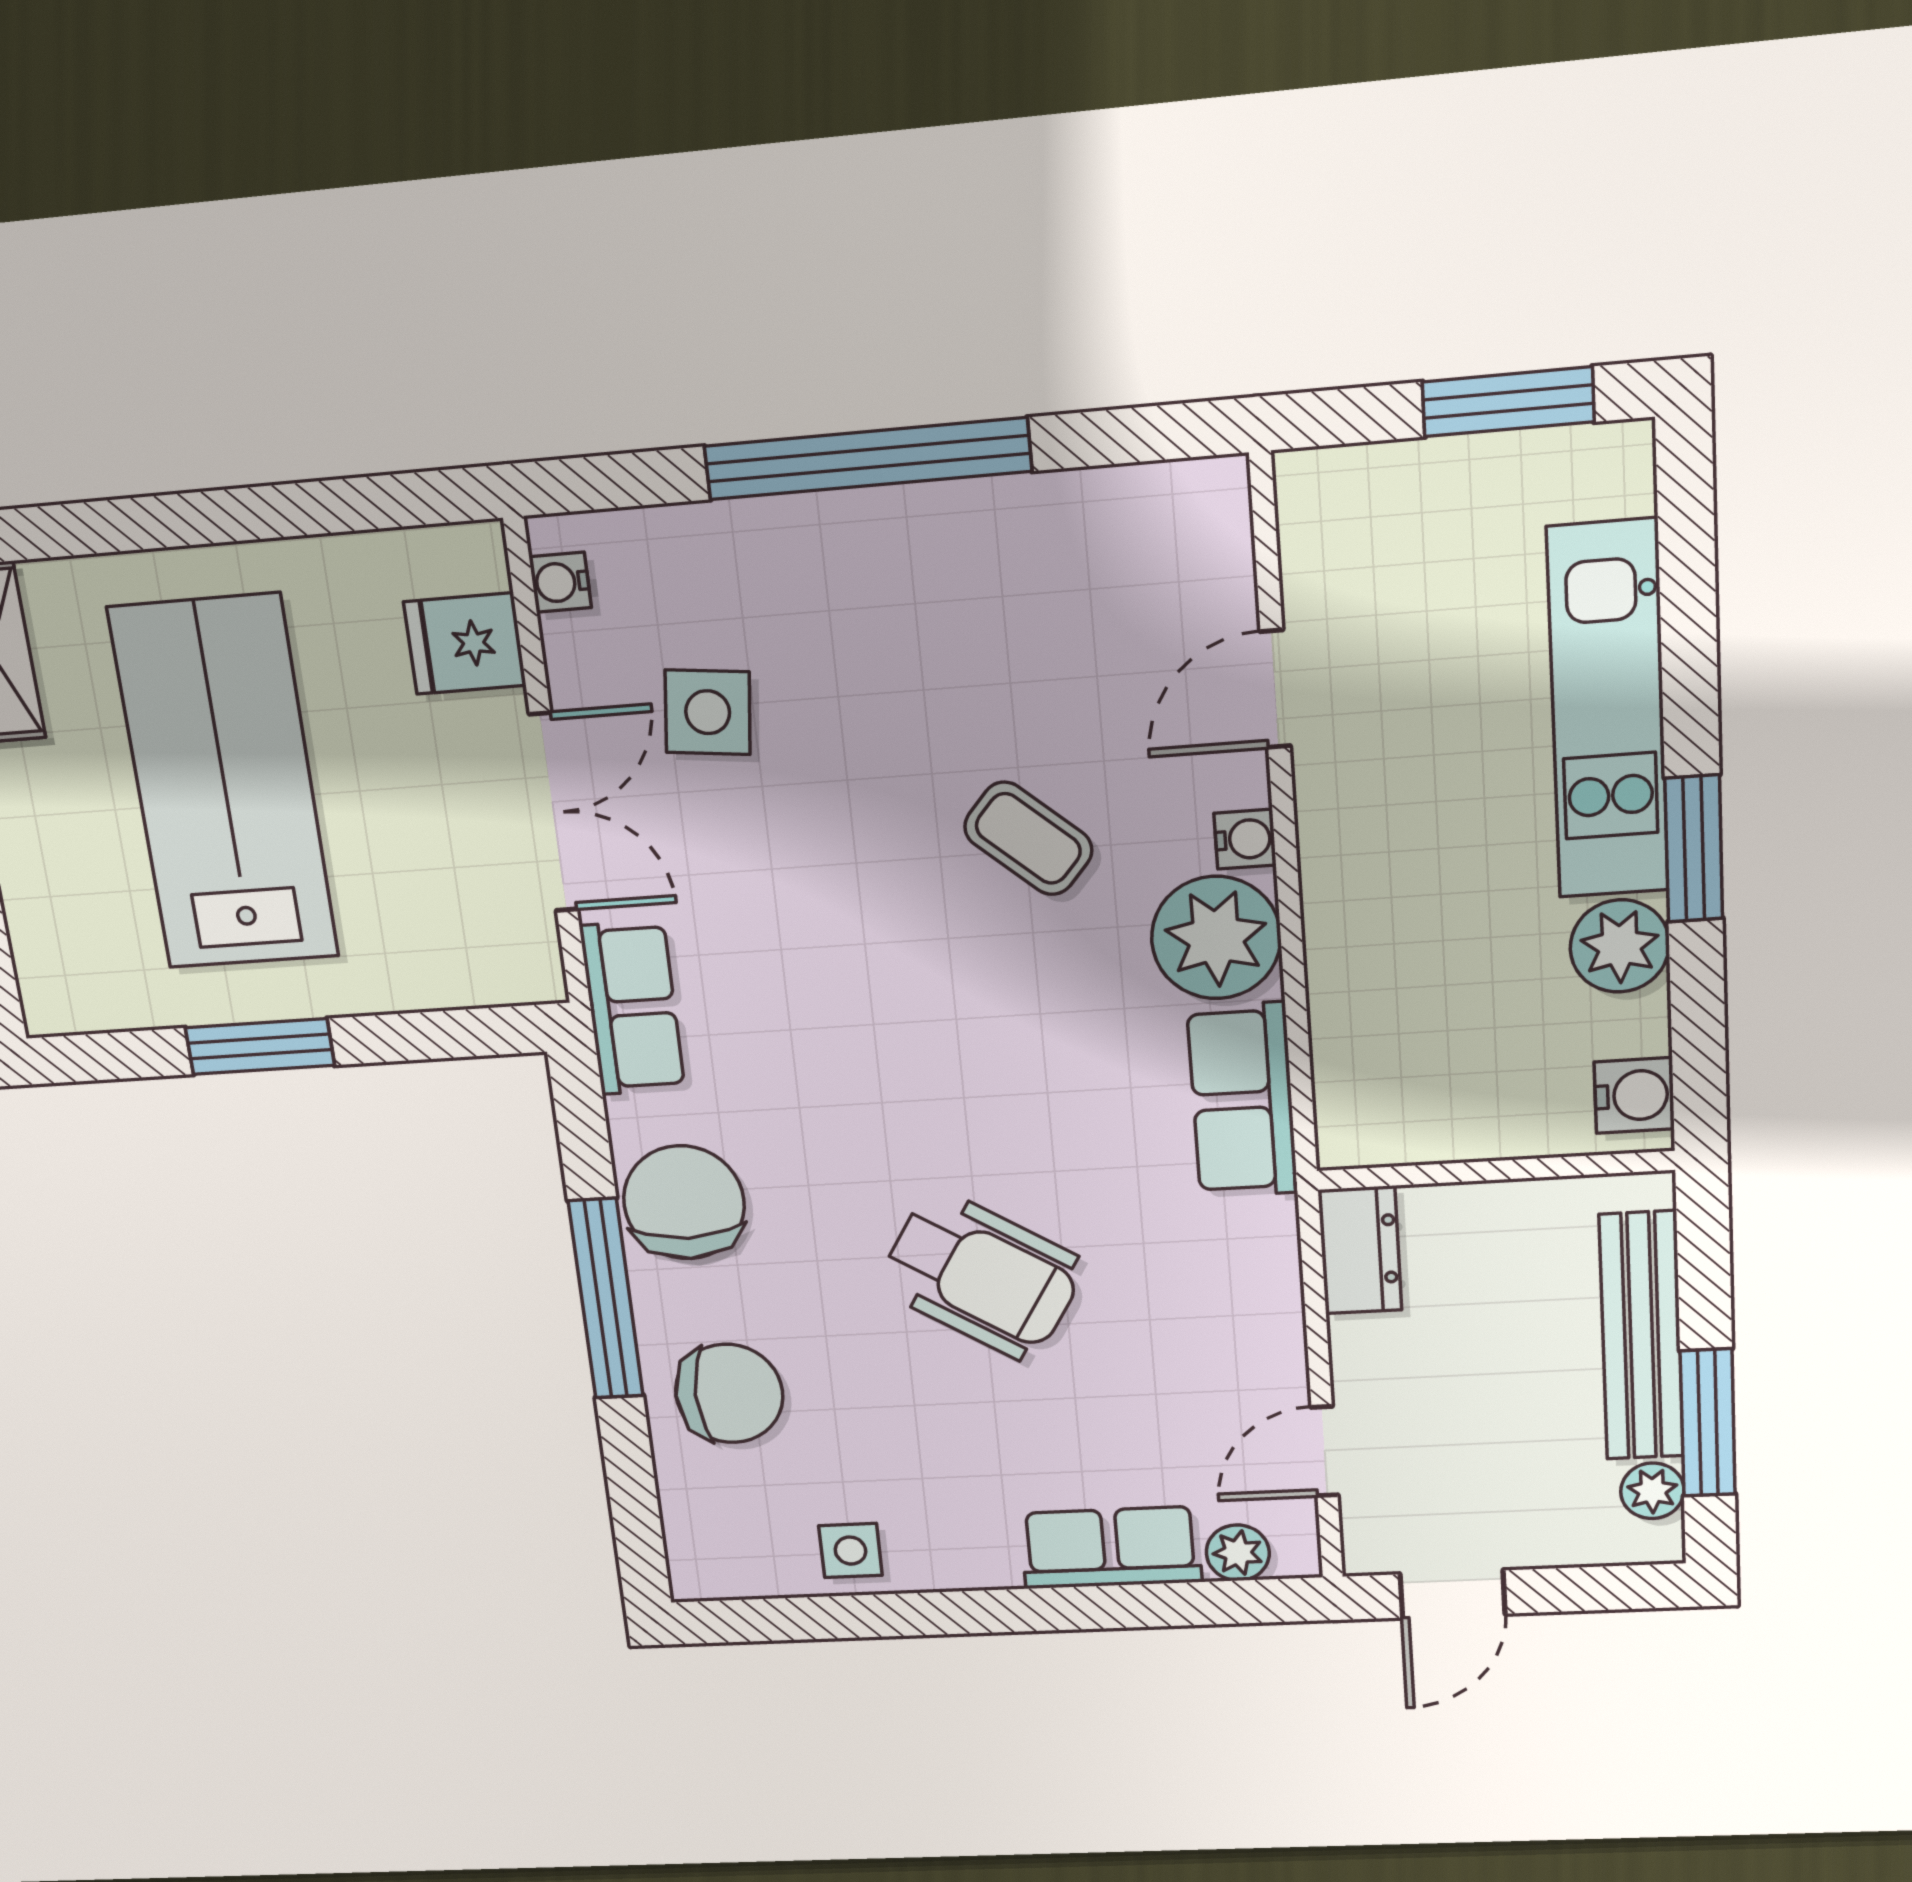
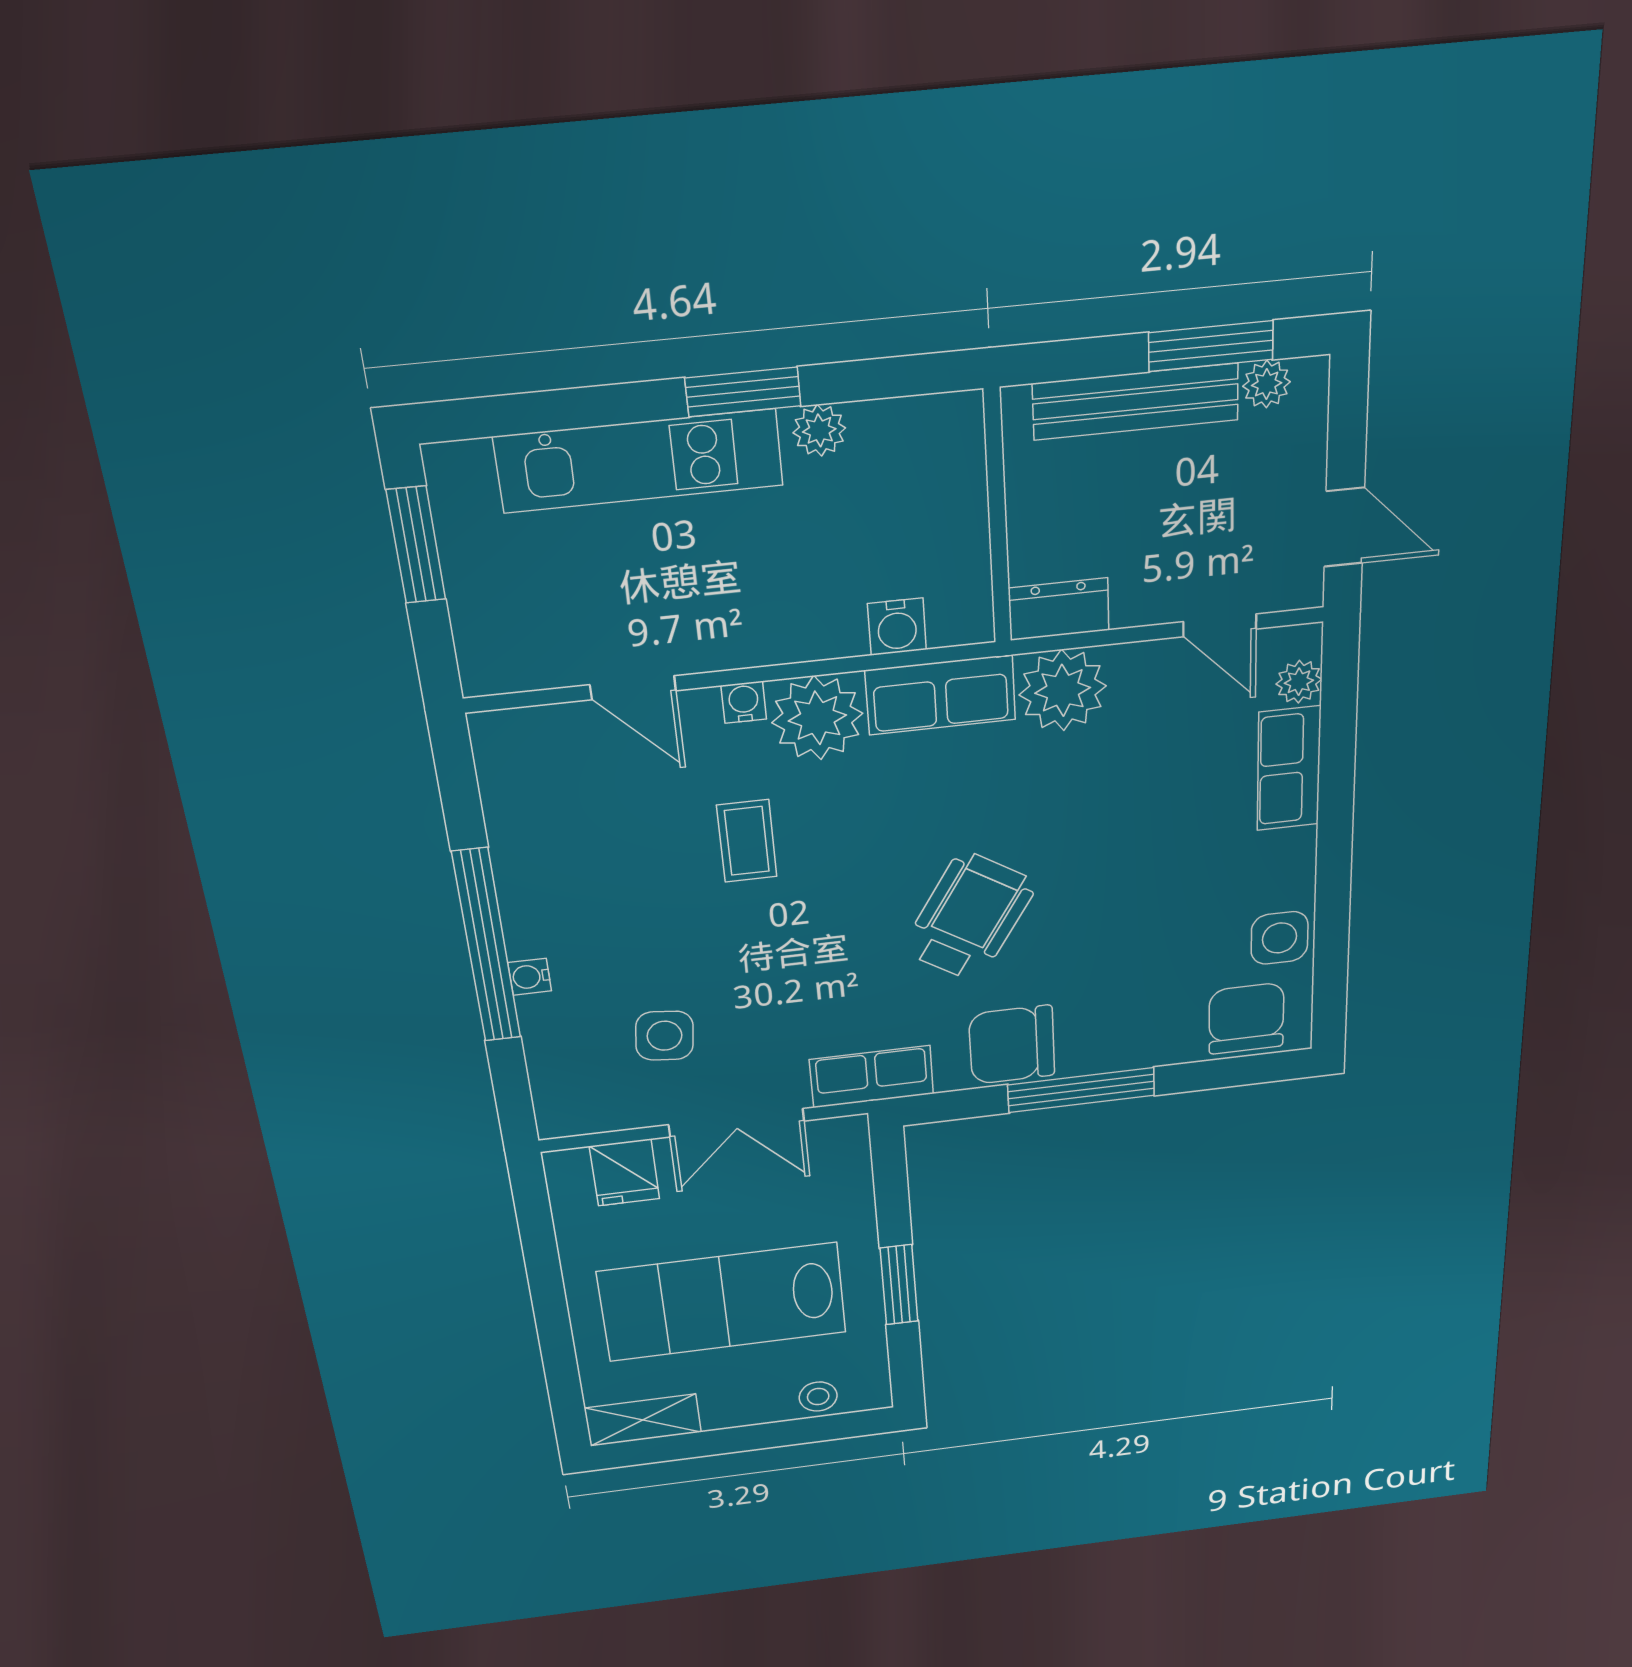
water cooler: (560, 582) -> (530, 977), moved, turned 90
double door: (554, 812) -> (736, 1123), swing flipped
coffee table: (1028, 838) -> (747, 841), turned -41
stool: (45, 925) -> (818, 1397), added
plant: (1620, 946) -> (819, 430), width x0.73, depth x0.73
water cooler: (1634, 1095) -> (897, 627), moved, turned 180
plant: (1241, 1258) -> (1063, 690), added
wheelchair: (981, 1275) -> (969, 917), moved
chair: (729, 1393) -> (1246, 1018), moved
side table: (850, 1551) -> (1280, 938), width x1.37, depth x1.37

